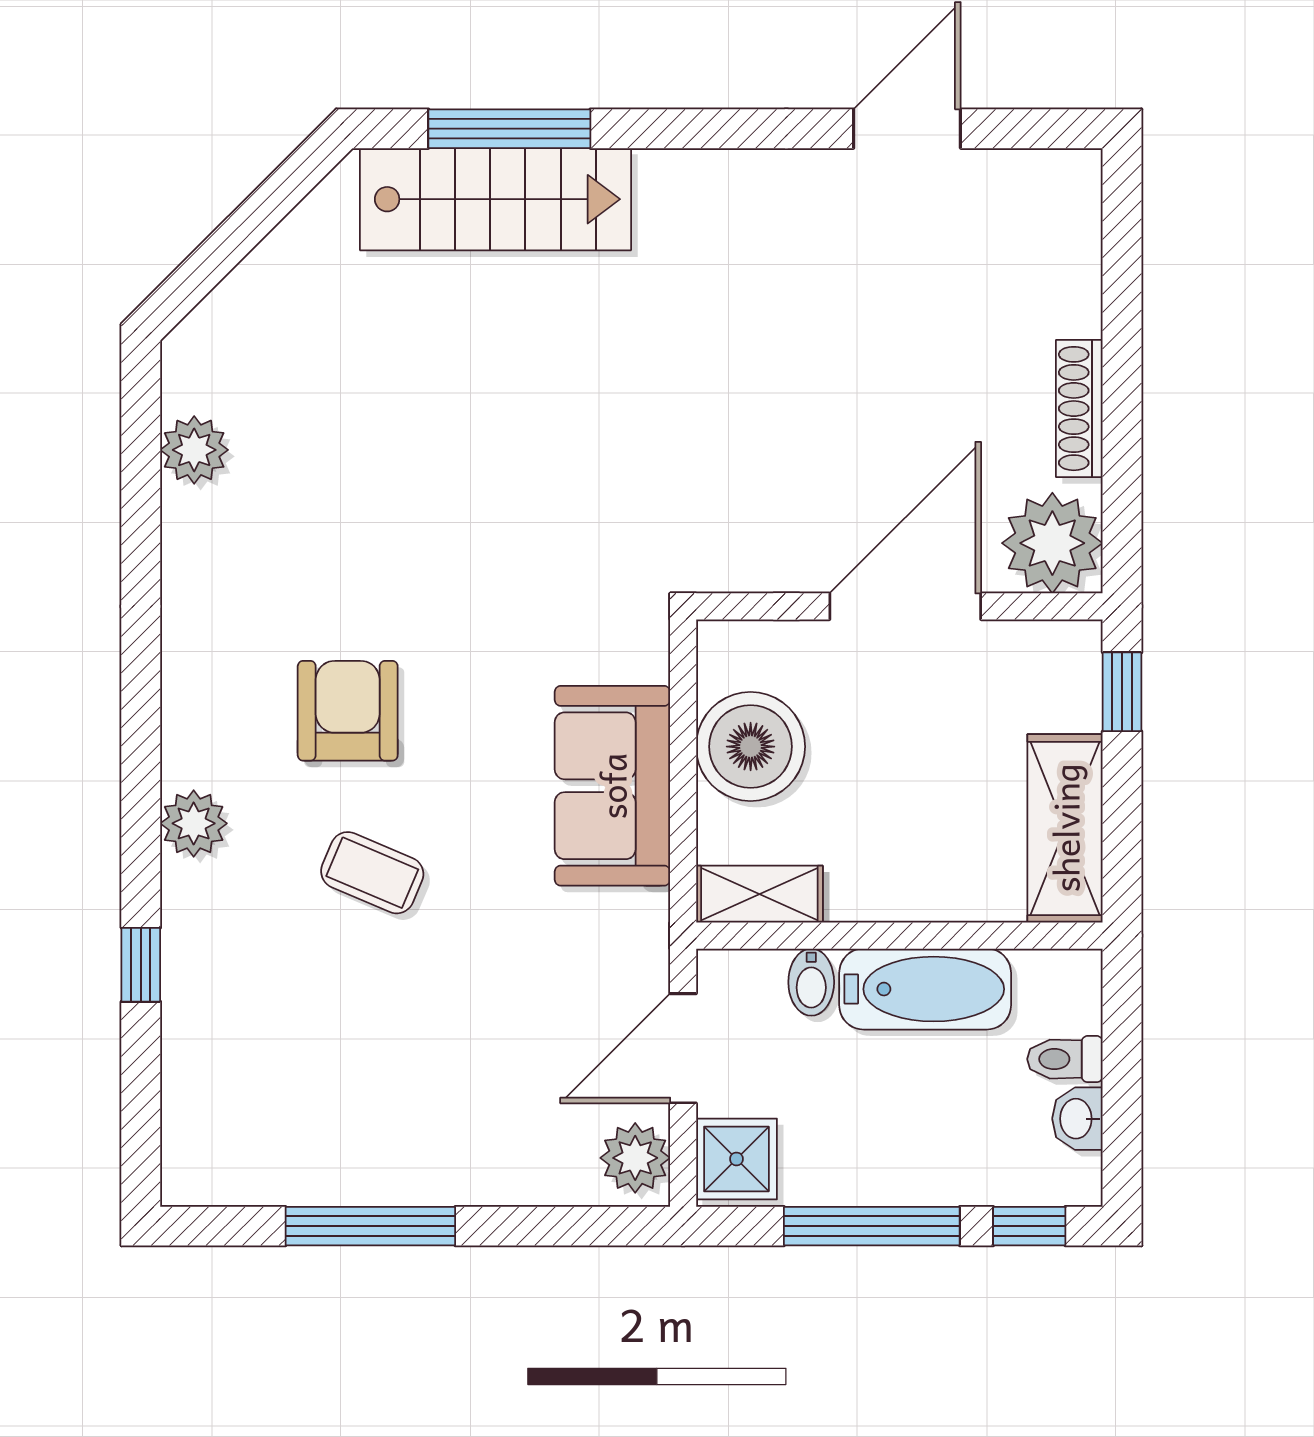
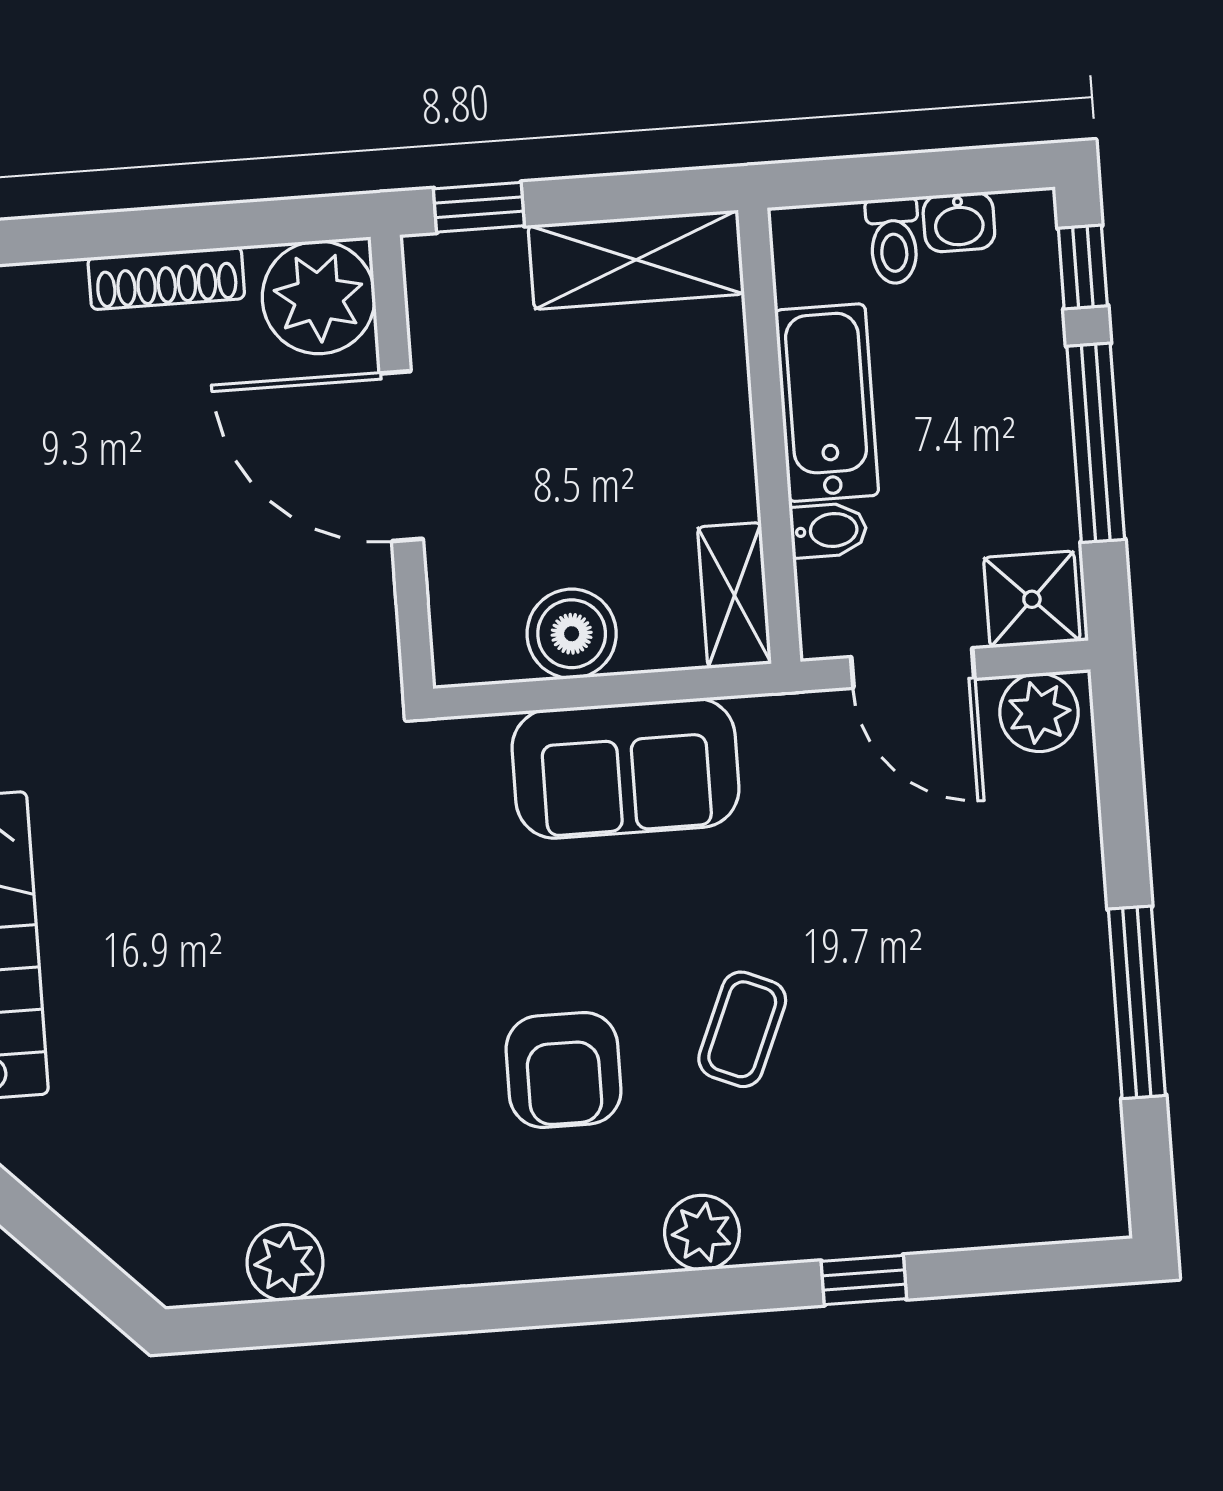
armchair: (348, 711) -> (564, 1070), turned -90
boiler: (751, 747) -> (572, 634), width x0.73, depth x0.73

